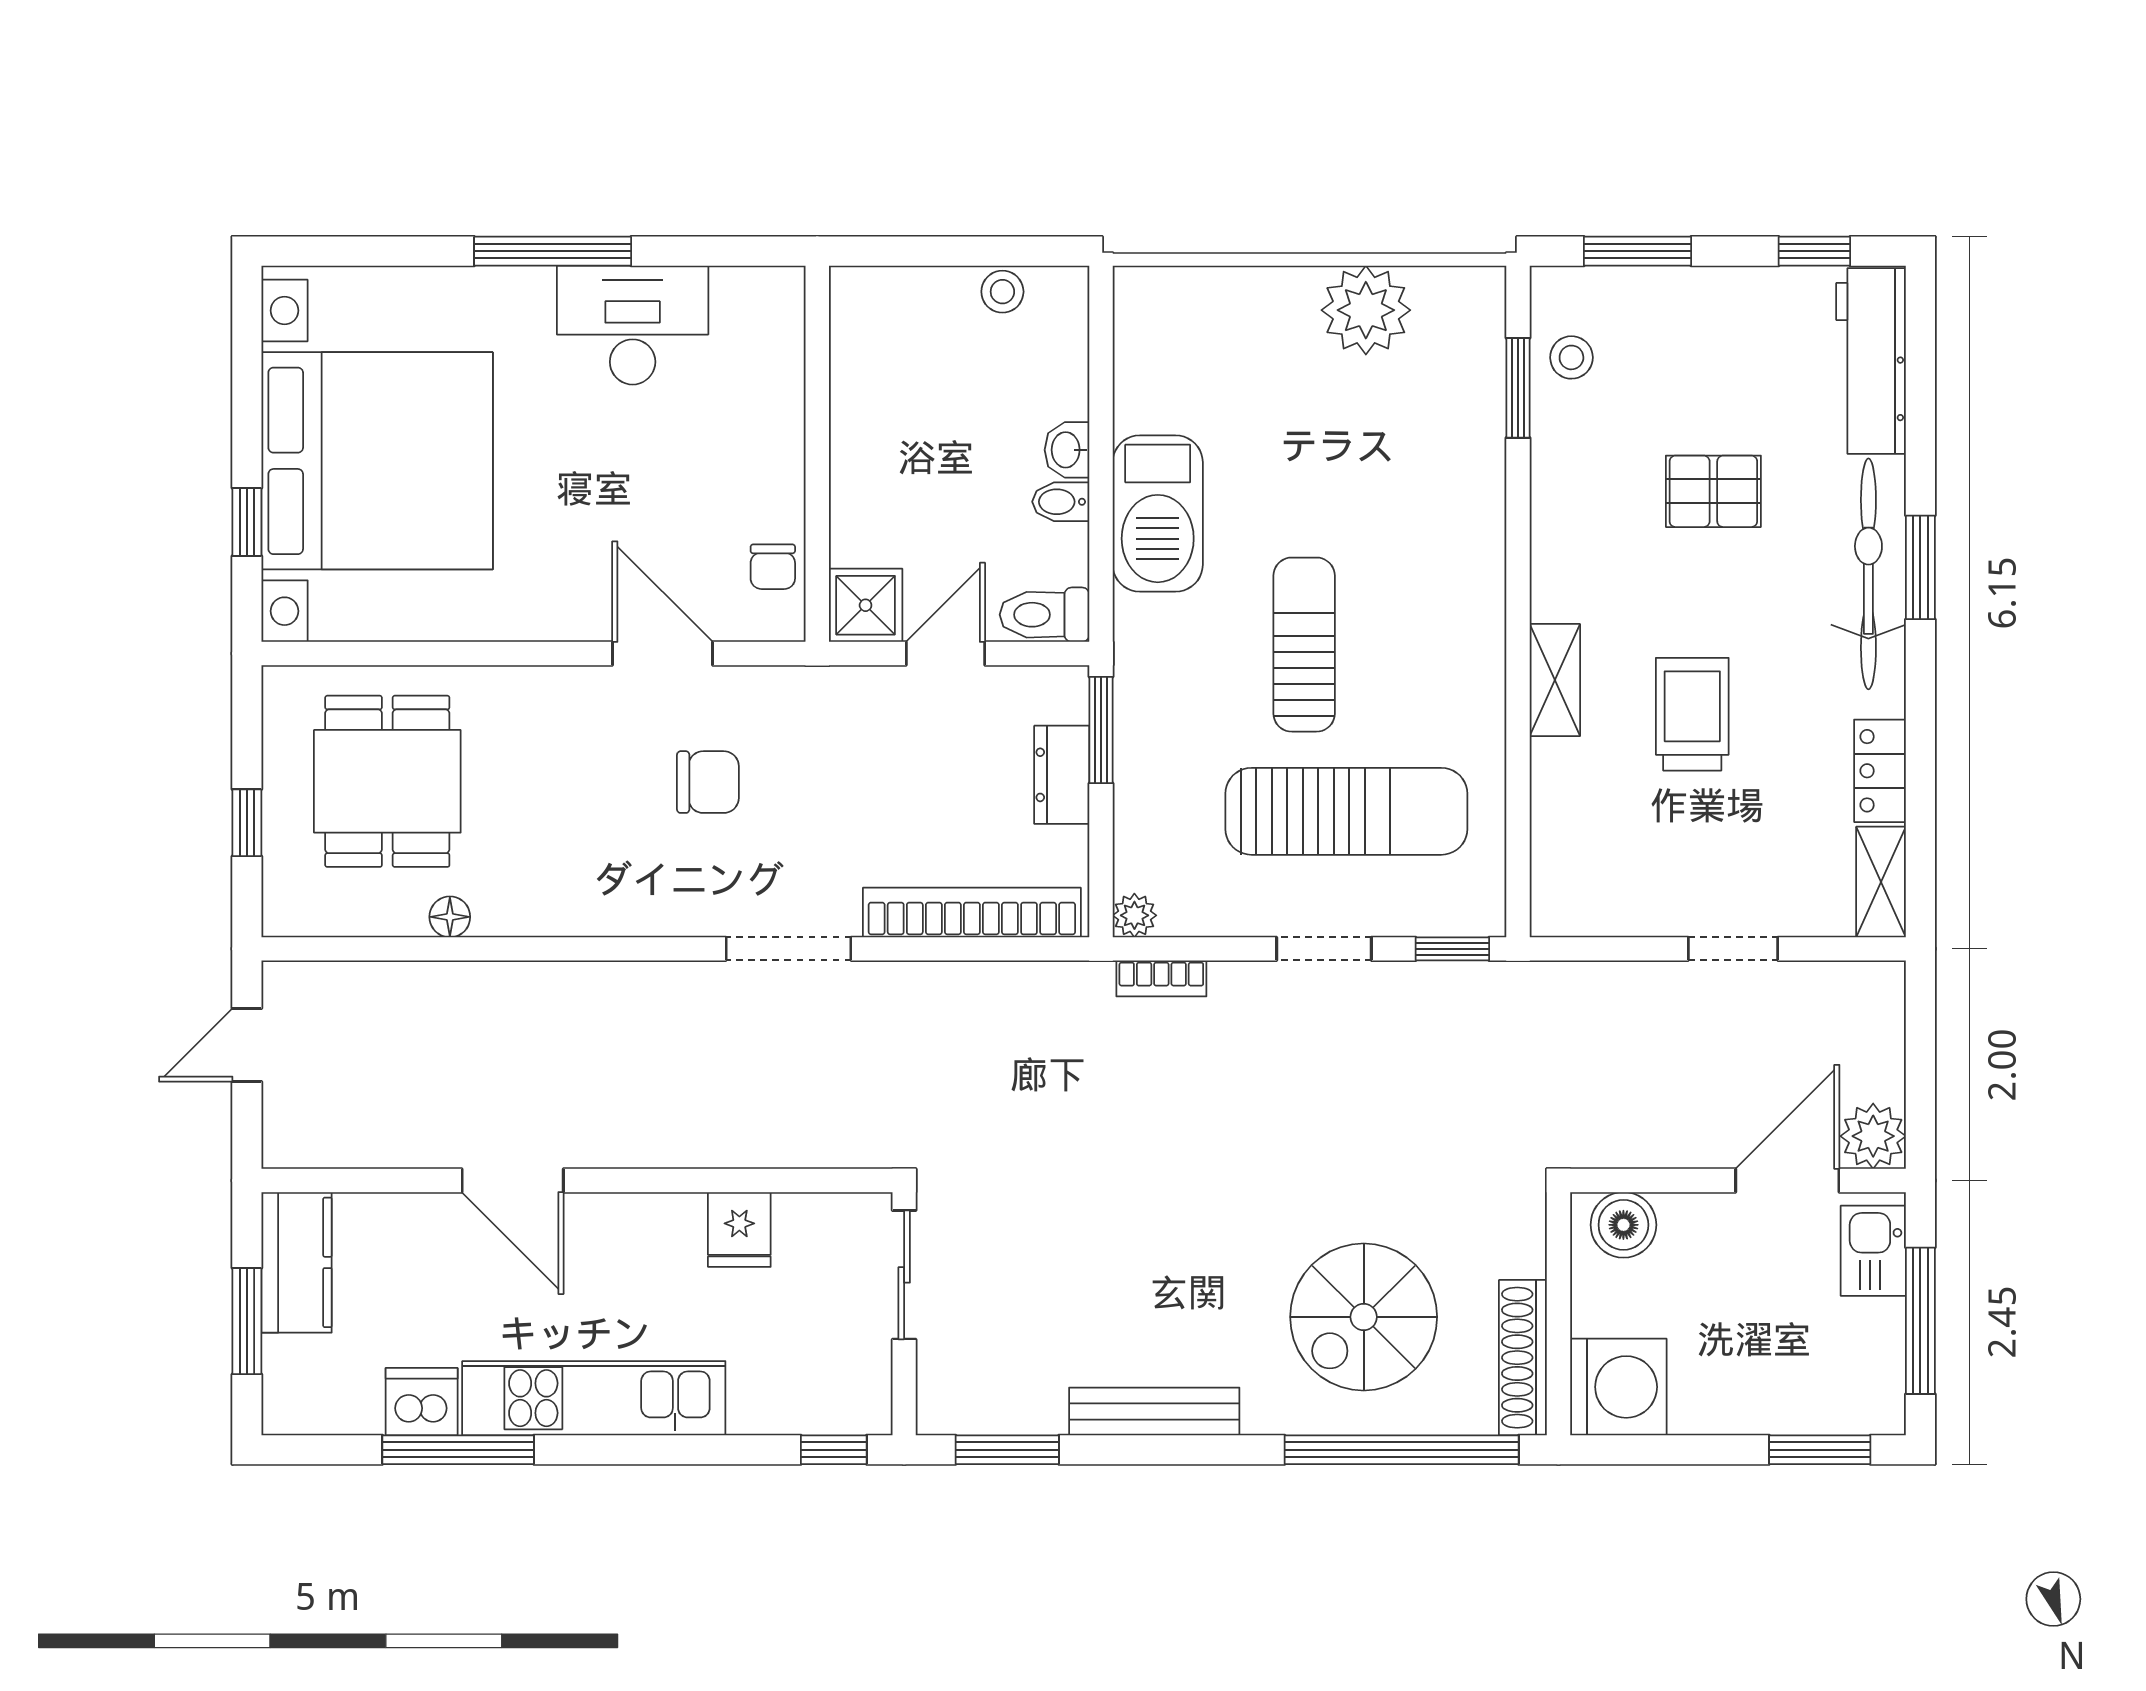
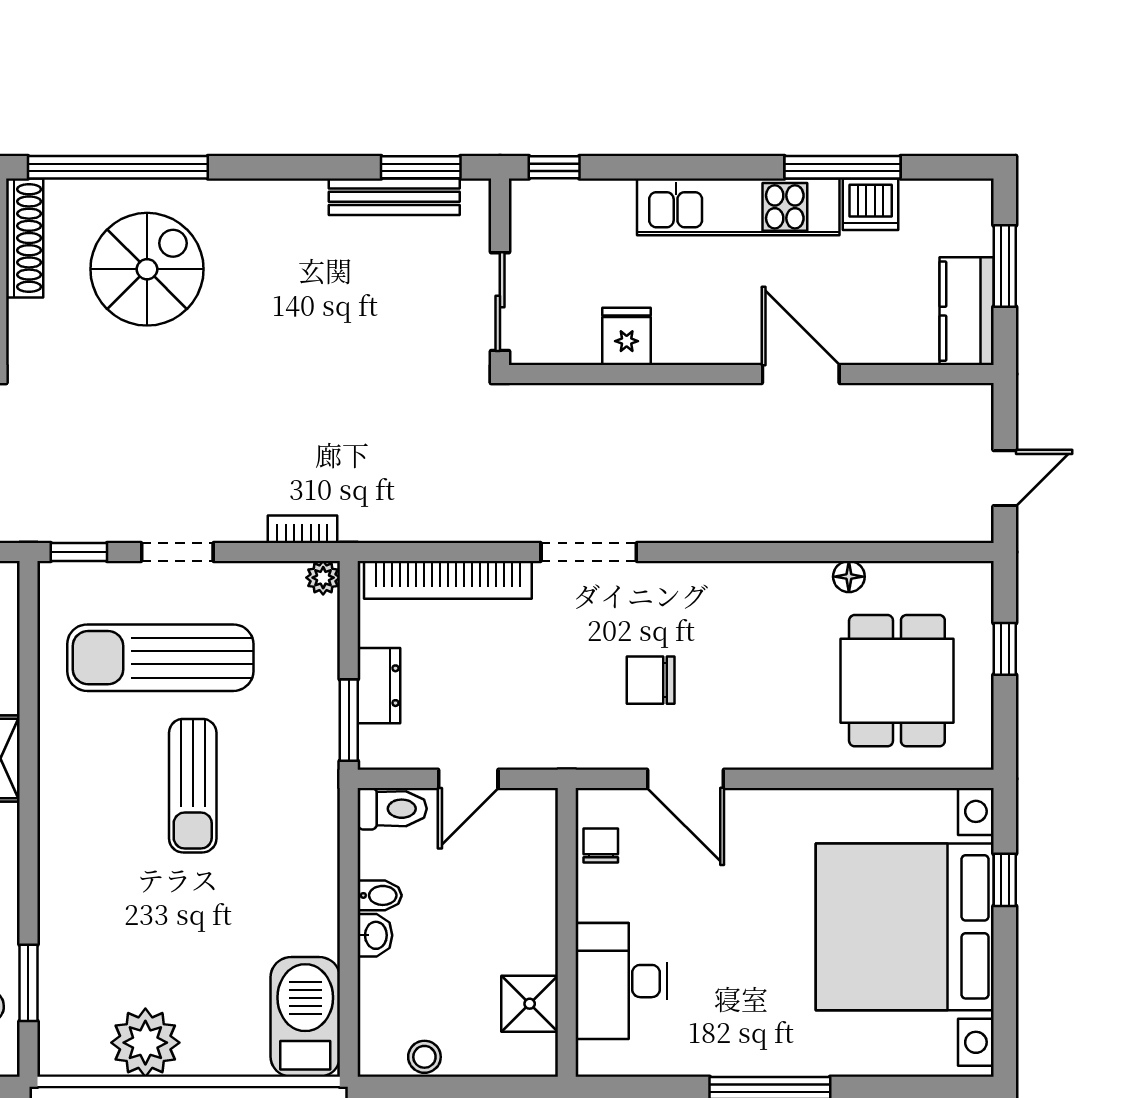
desk: (633, 325) -> (621, 981), moved, turned 90
barbecue: (1158, 514) -> (305, 1017), moved
shower: (866, 605) -> (530, 1004), moved
bench: (1154, 1411) -> (394, 197), moved

